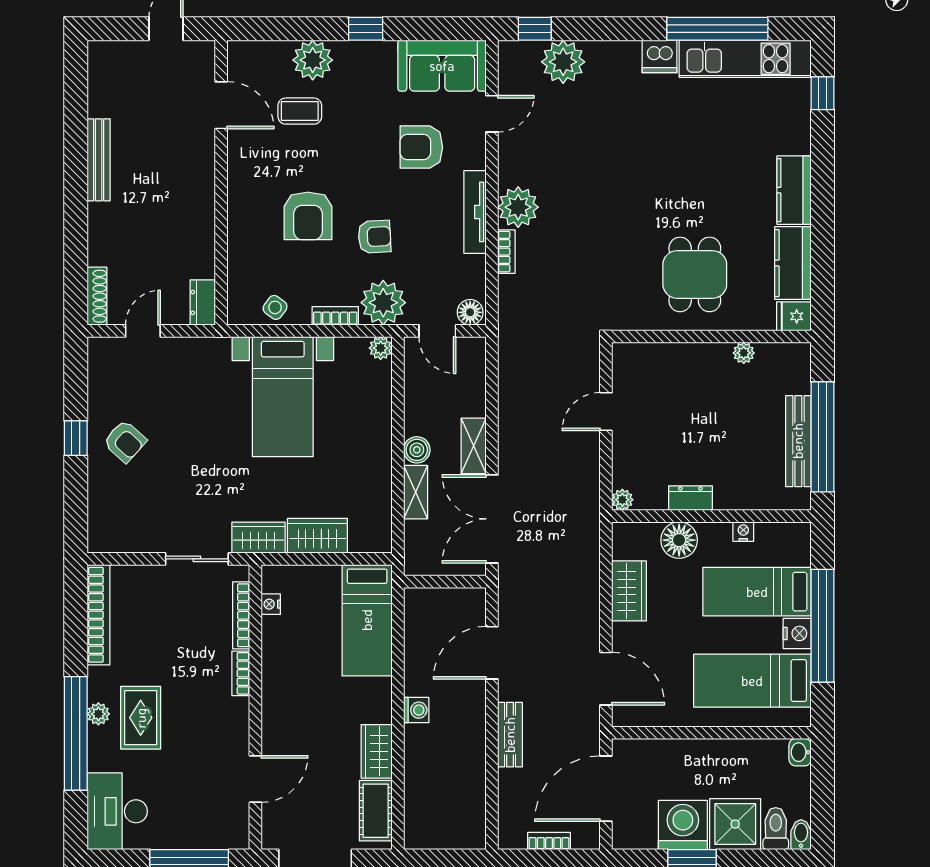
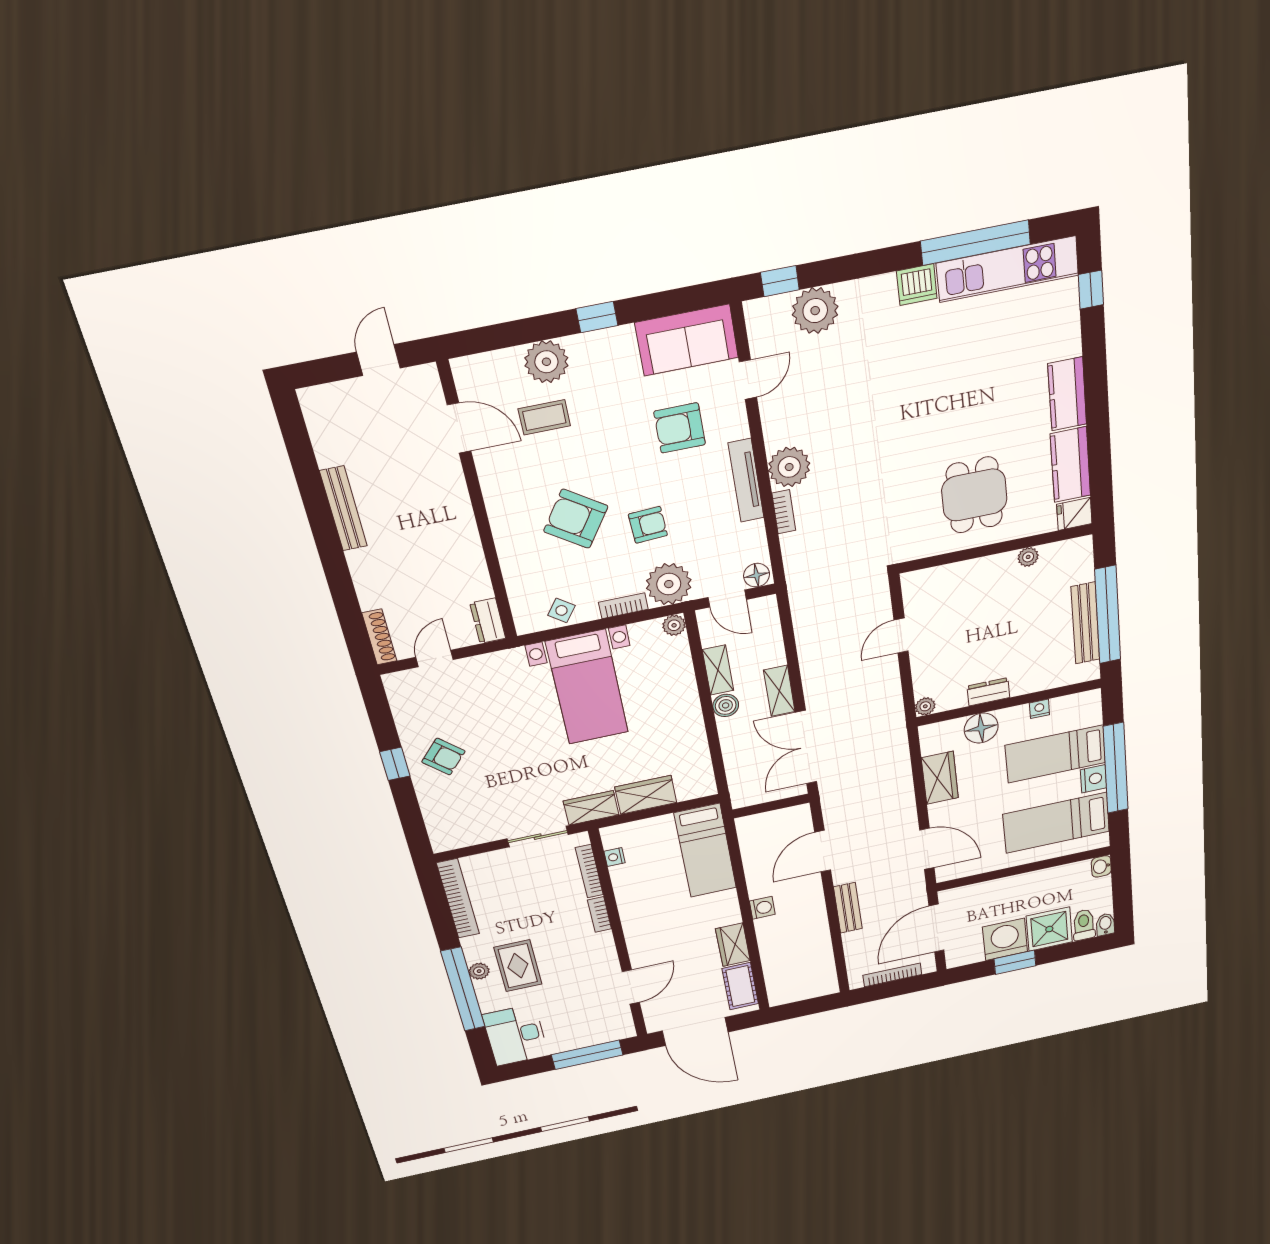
armchair: (308, 216) -> (576, 519), turned 124
shelving: (416, 492) -> (718, 670), moved
bookcase: (549, 841) -> (892, 975), width x1.56

